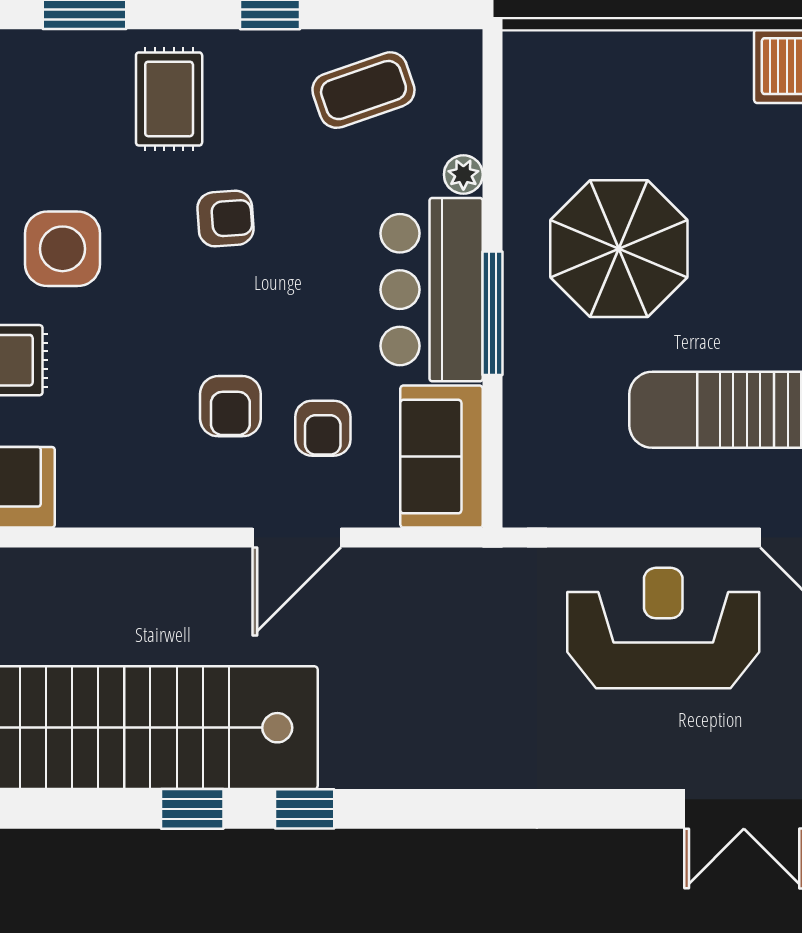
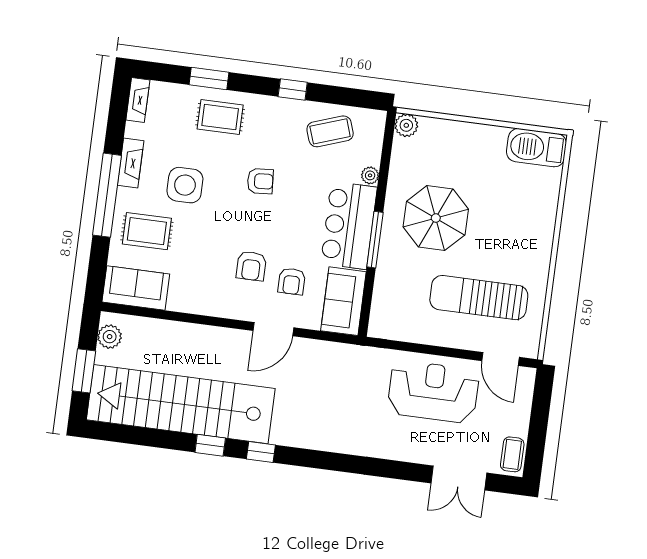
plant: (528, 55) -> (406, 125), added
rug: (169, 99) -> (220, 117), moved, turned 90

